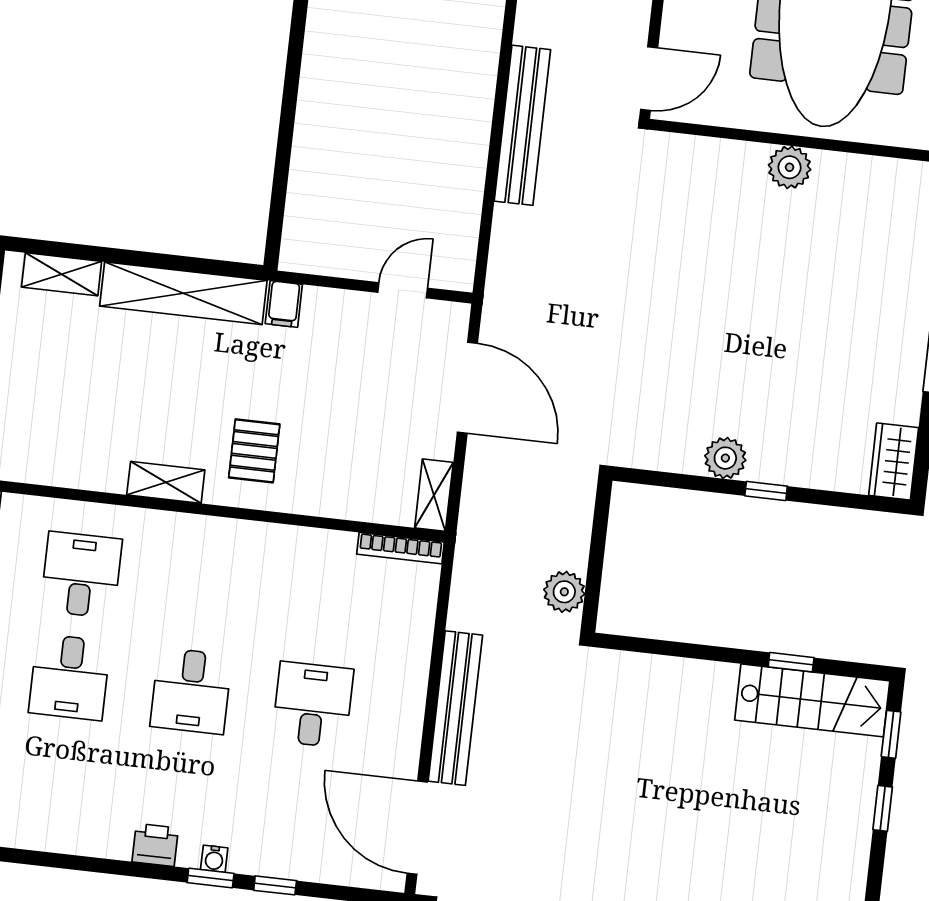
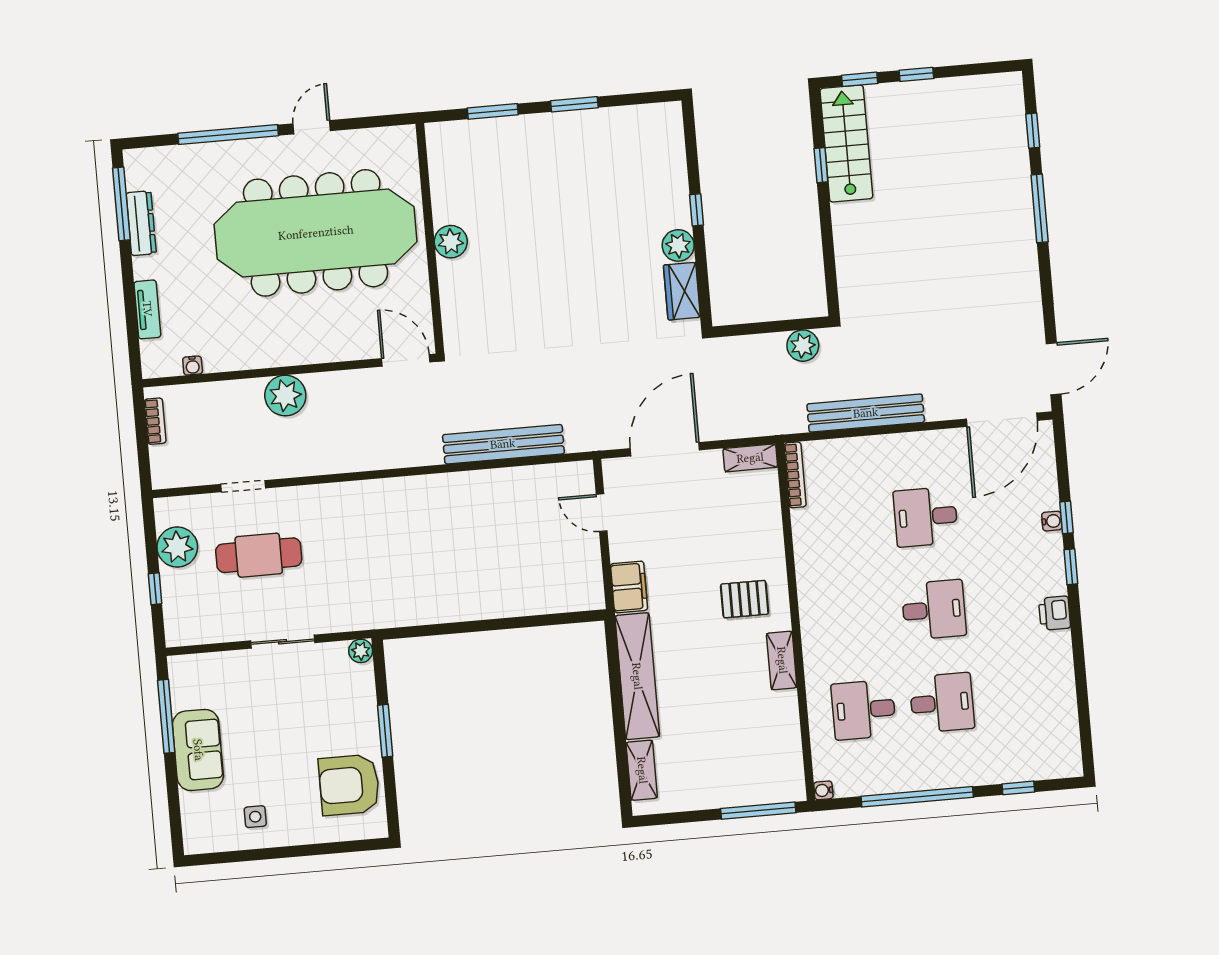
bench: (522, 125) -> (503, 444), moved
filing cabinet: (284, 304) -> (629, 587), width x2.00
wardrobe: (894, 462) -> (682, 291), moved, turned 90
bench: (455, 708) -> (866, 413), moved
water cooler: (214, 859) -> (1052, 521), moved

